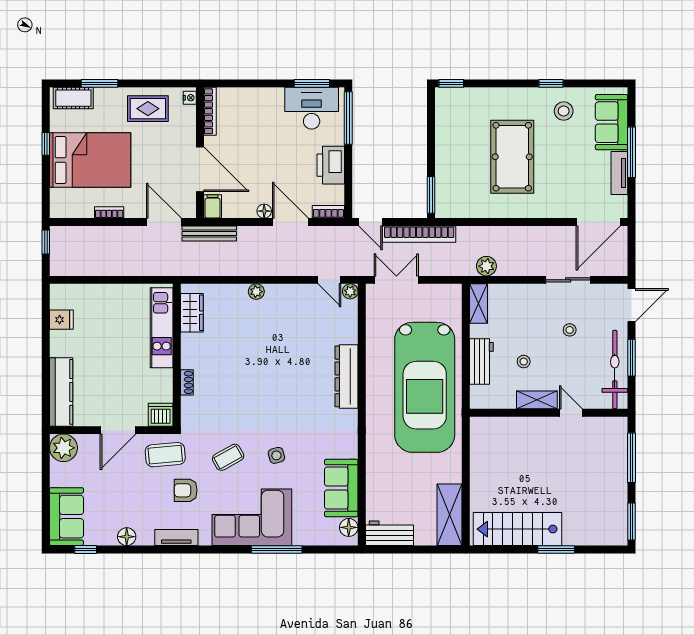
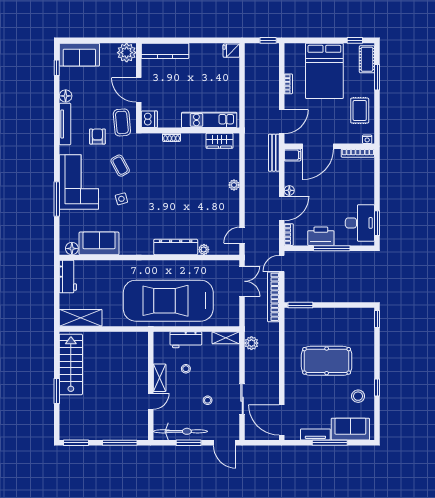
window: (348, 118) -> (332, 248), moved
window: (46, 144) -> (355, 40), moved
plant: (350, 291) -> (204, 250), moved
fridge: (61, 320) -> (231, 51), moved, turned 90
tv unit: (176, 538) -> (65, 124), width x1.41

